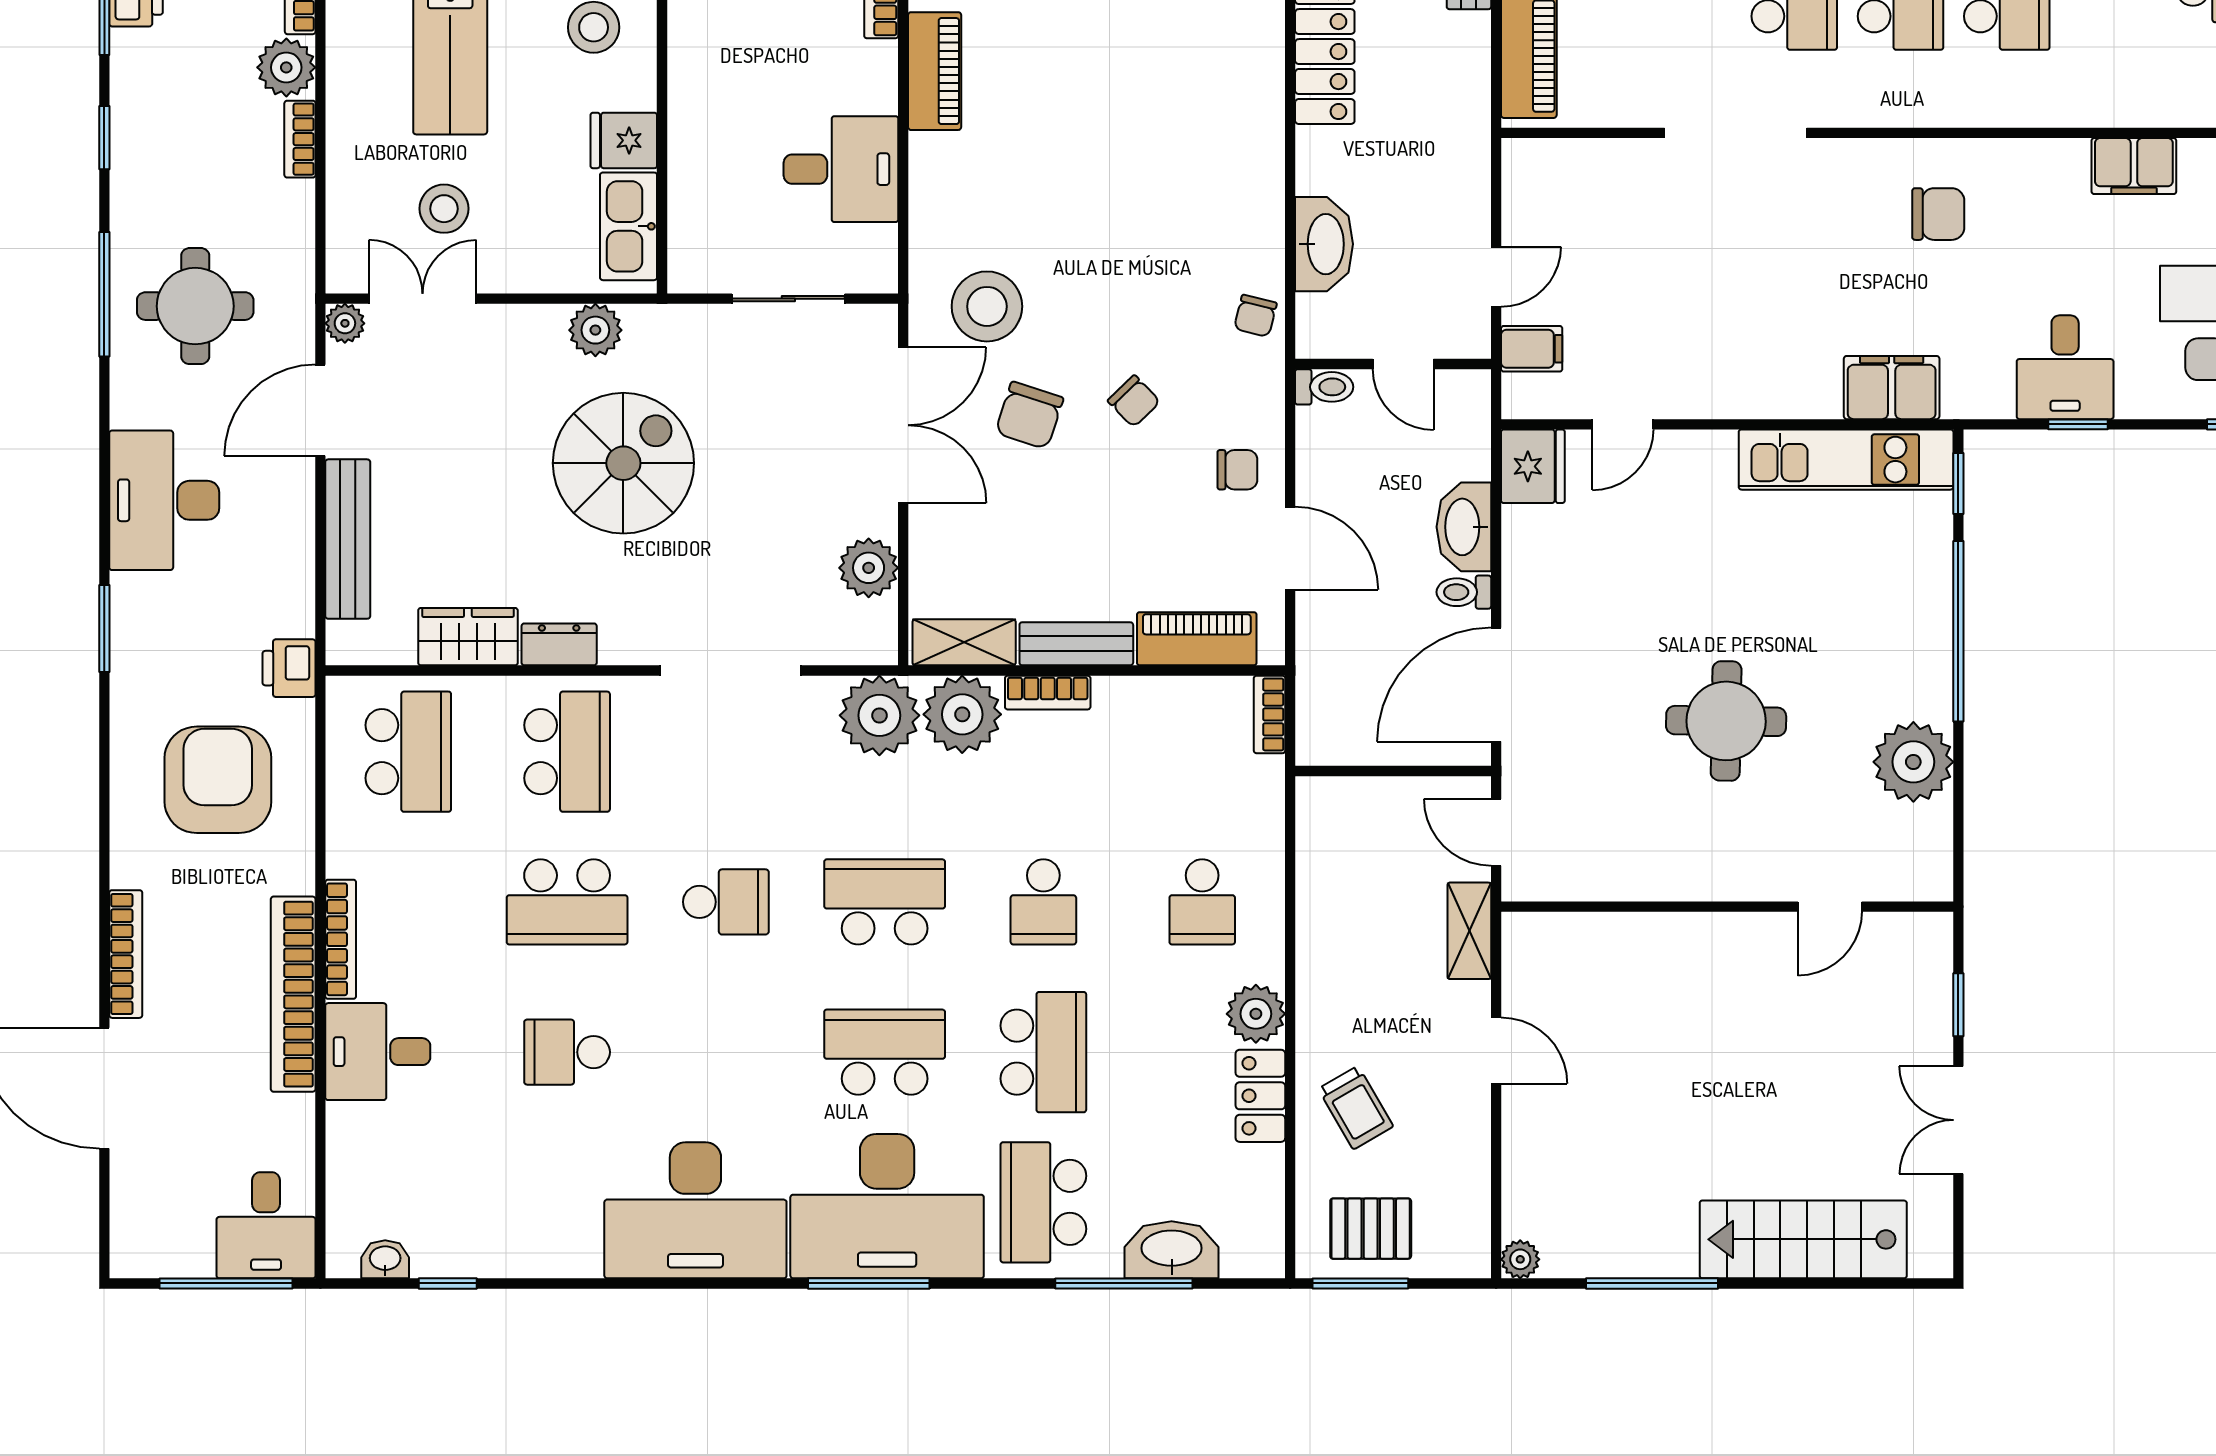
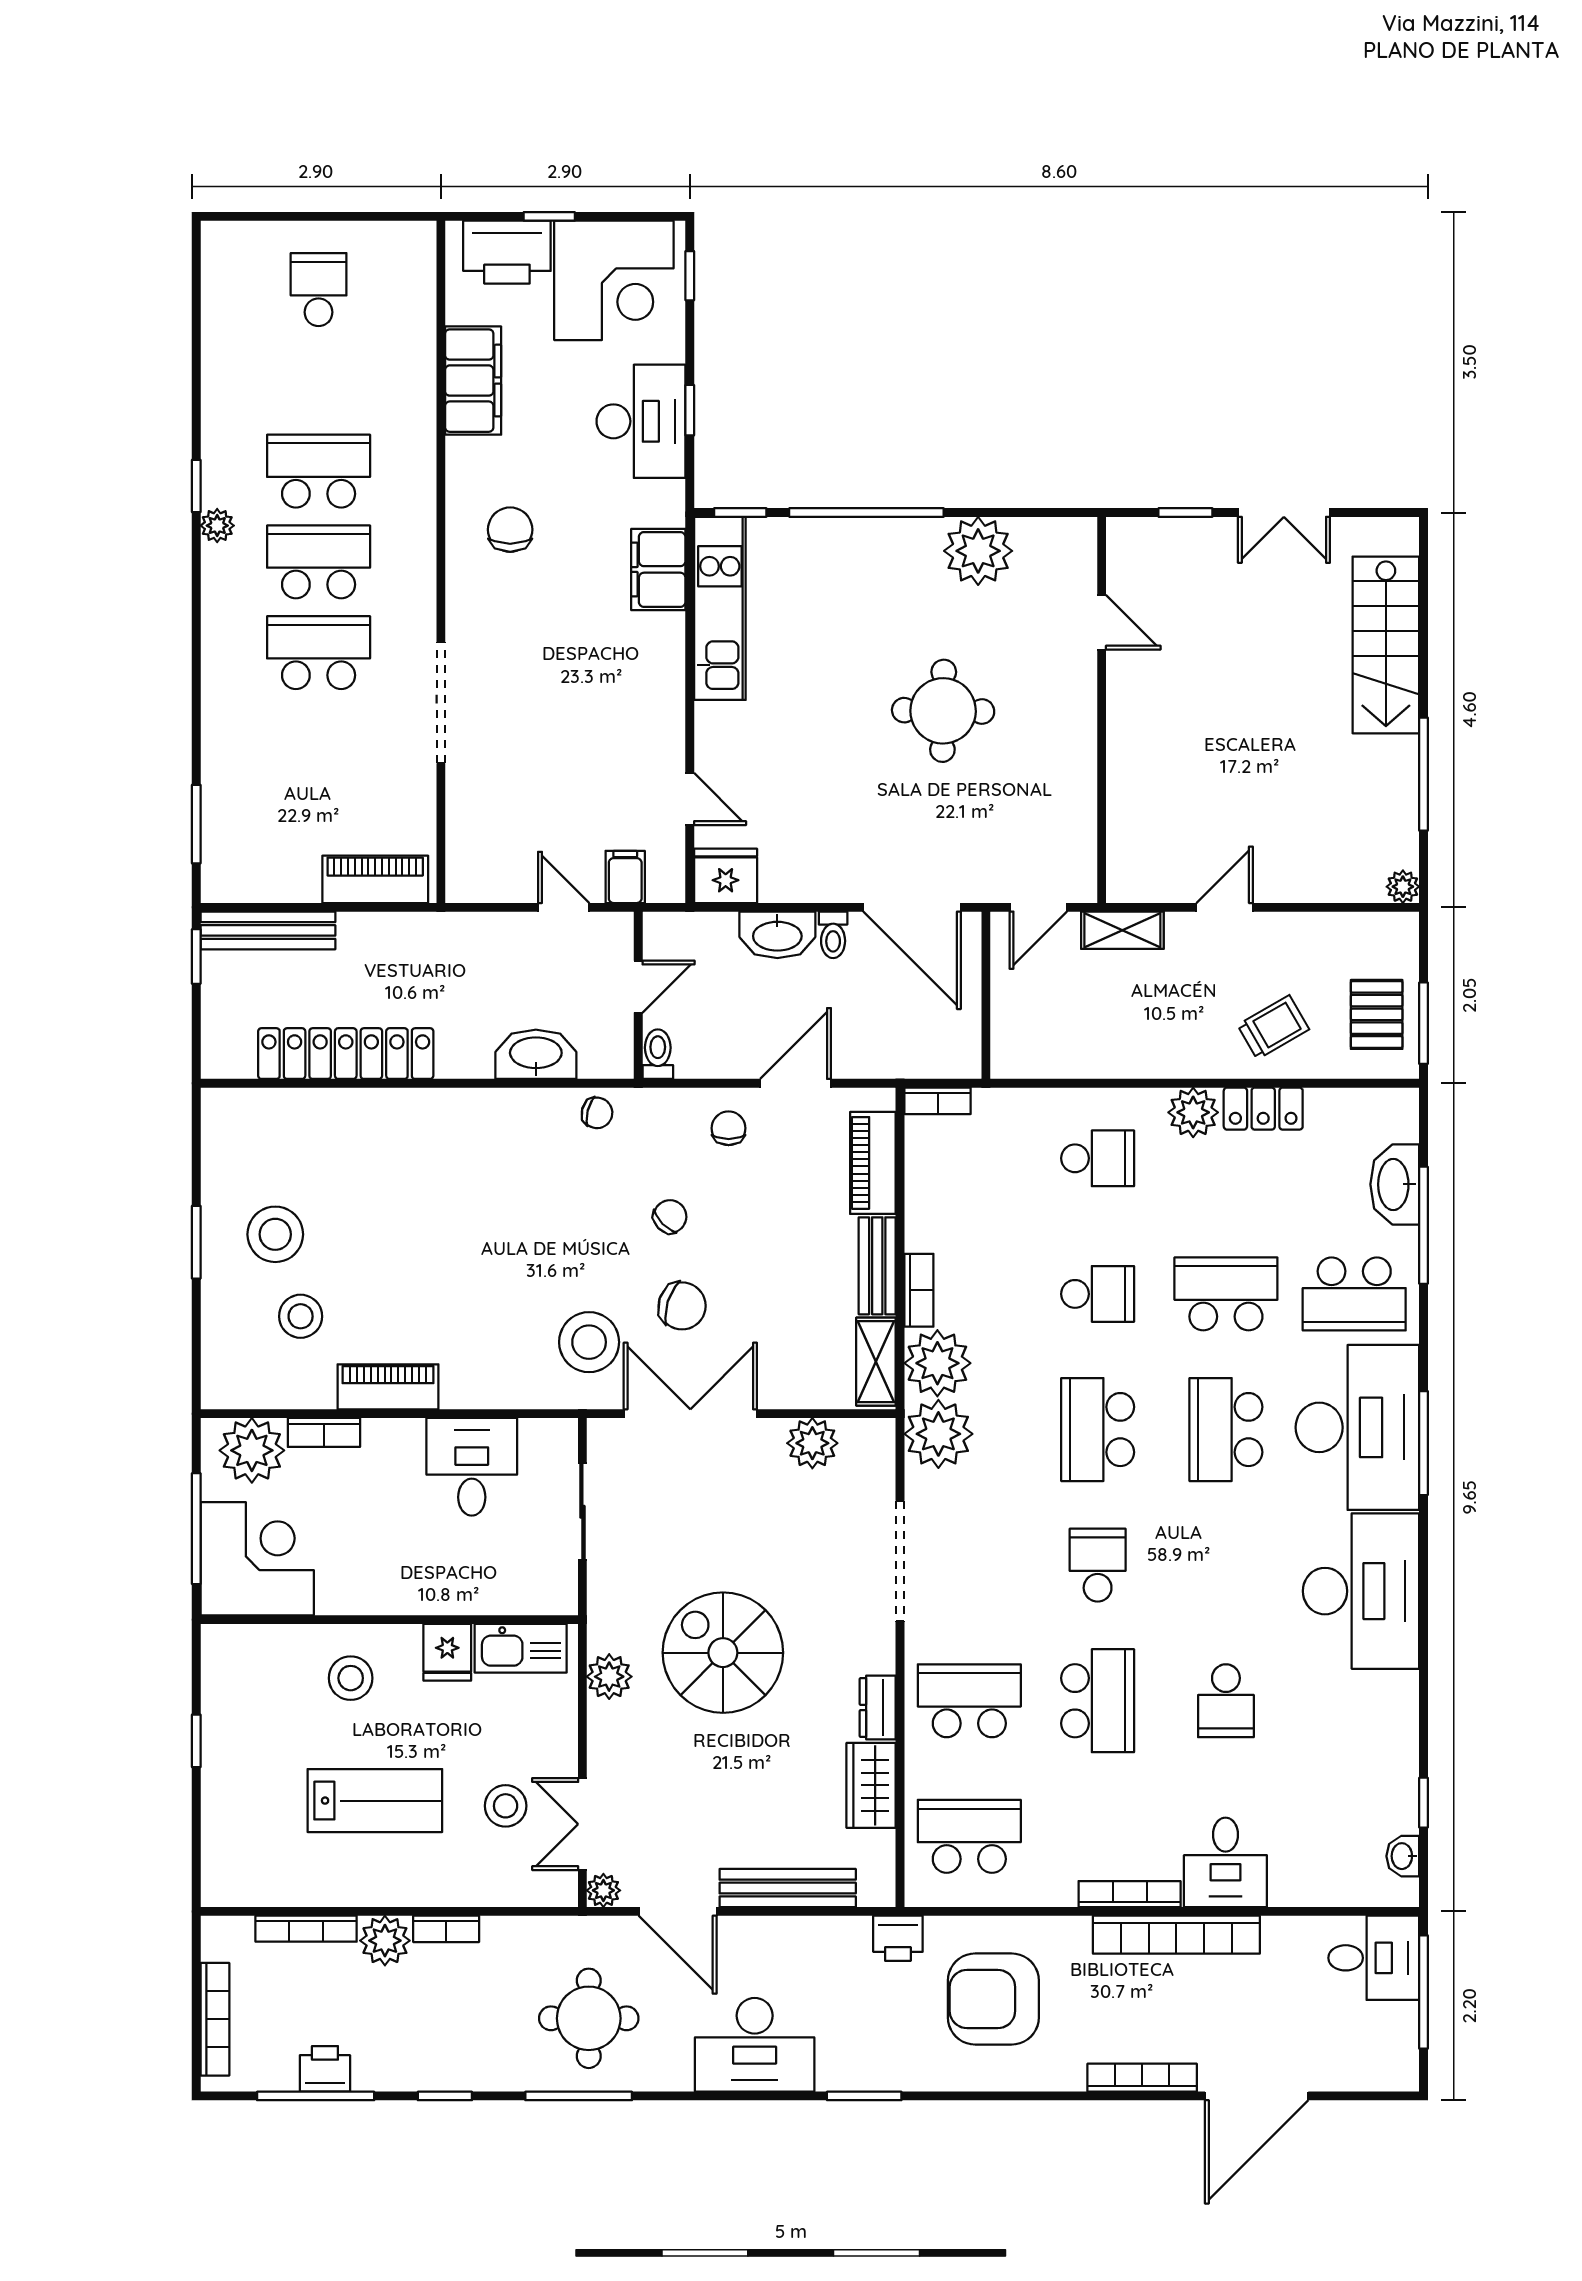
filing cabinet: (2134, 166) -> (473, 381), width x1.50, depth x1.17
desk: (2065, 367) -> (641, 421), width x1.37

